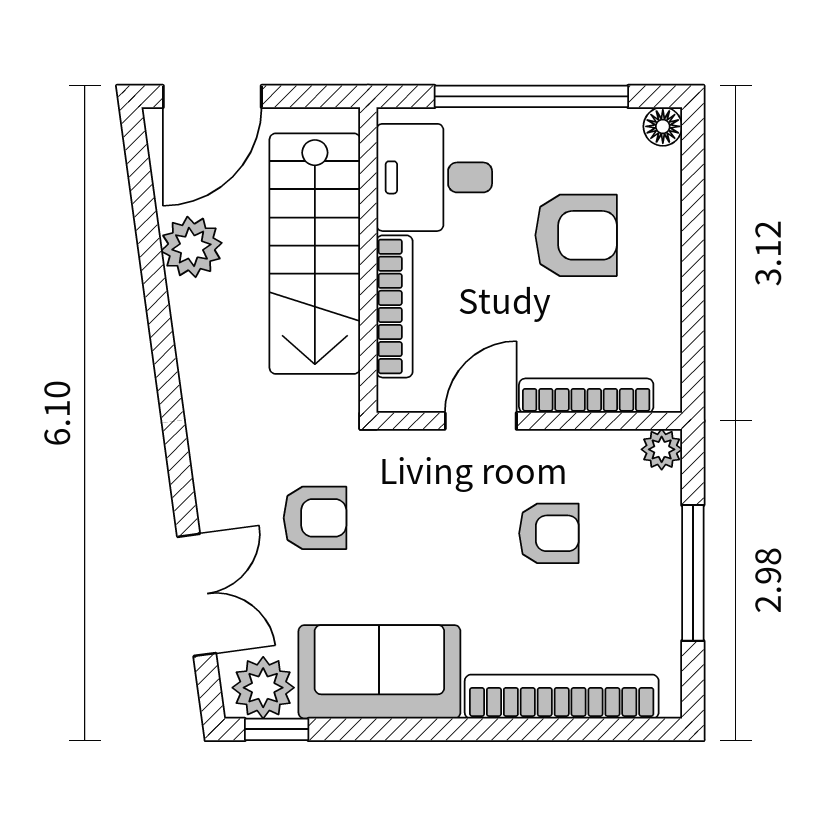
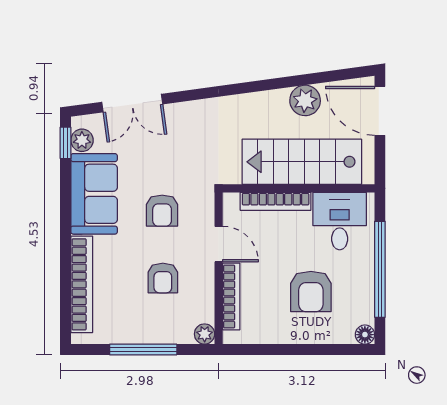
armchair: (315, 518) -> (162, 211), moved
plant: (263, 688) -> (82, 140), width x0.73, depth x0.73

